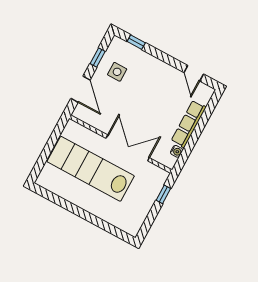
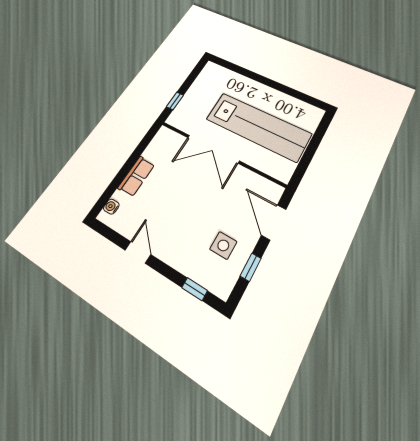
door: (194, 73) -> (138, 252), moved
row of seats: (189, 124) -> (136, 176), width x0.68
water cooler: (177, 151) -> (111, 207), moved

